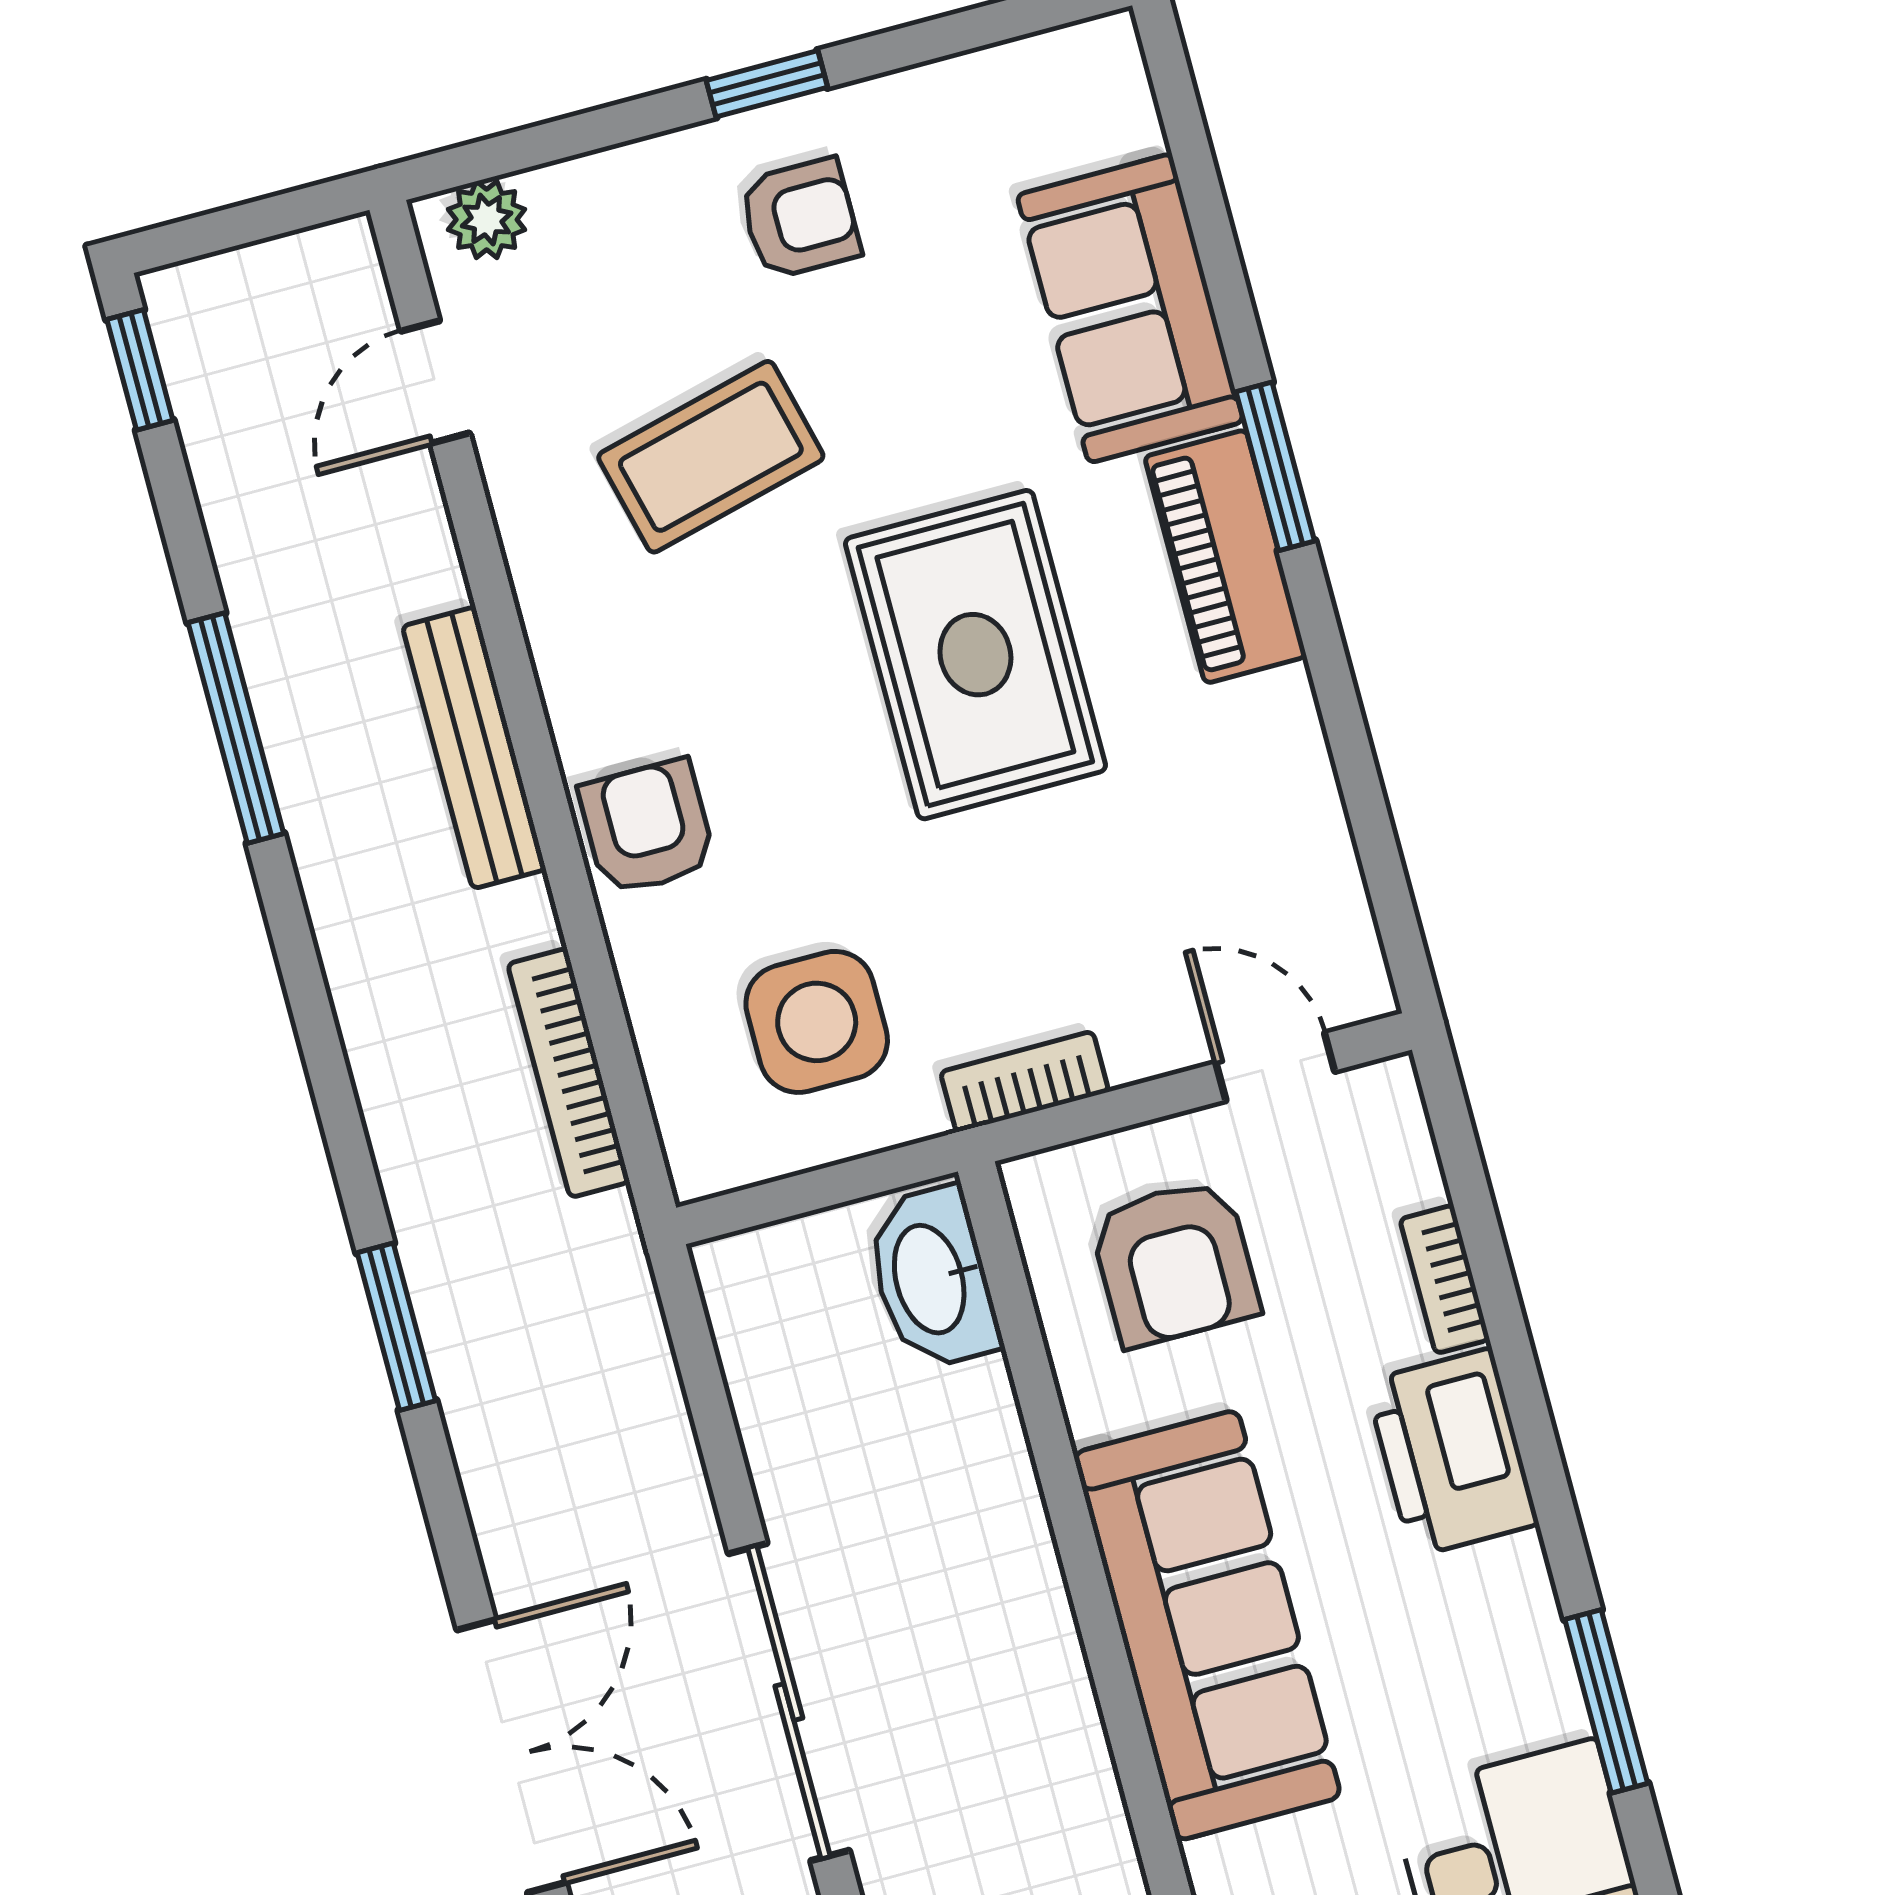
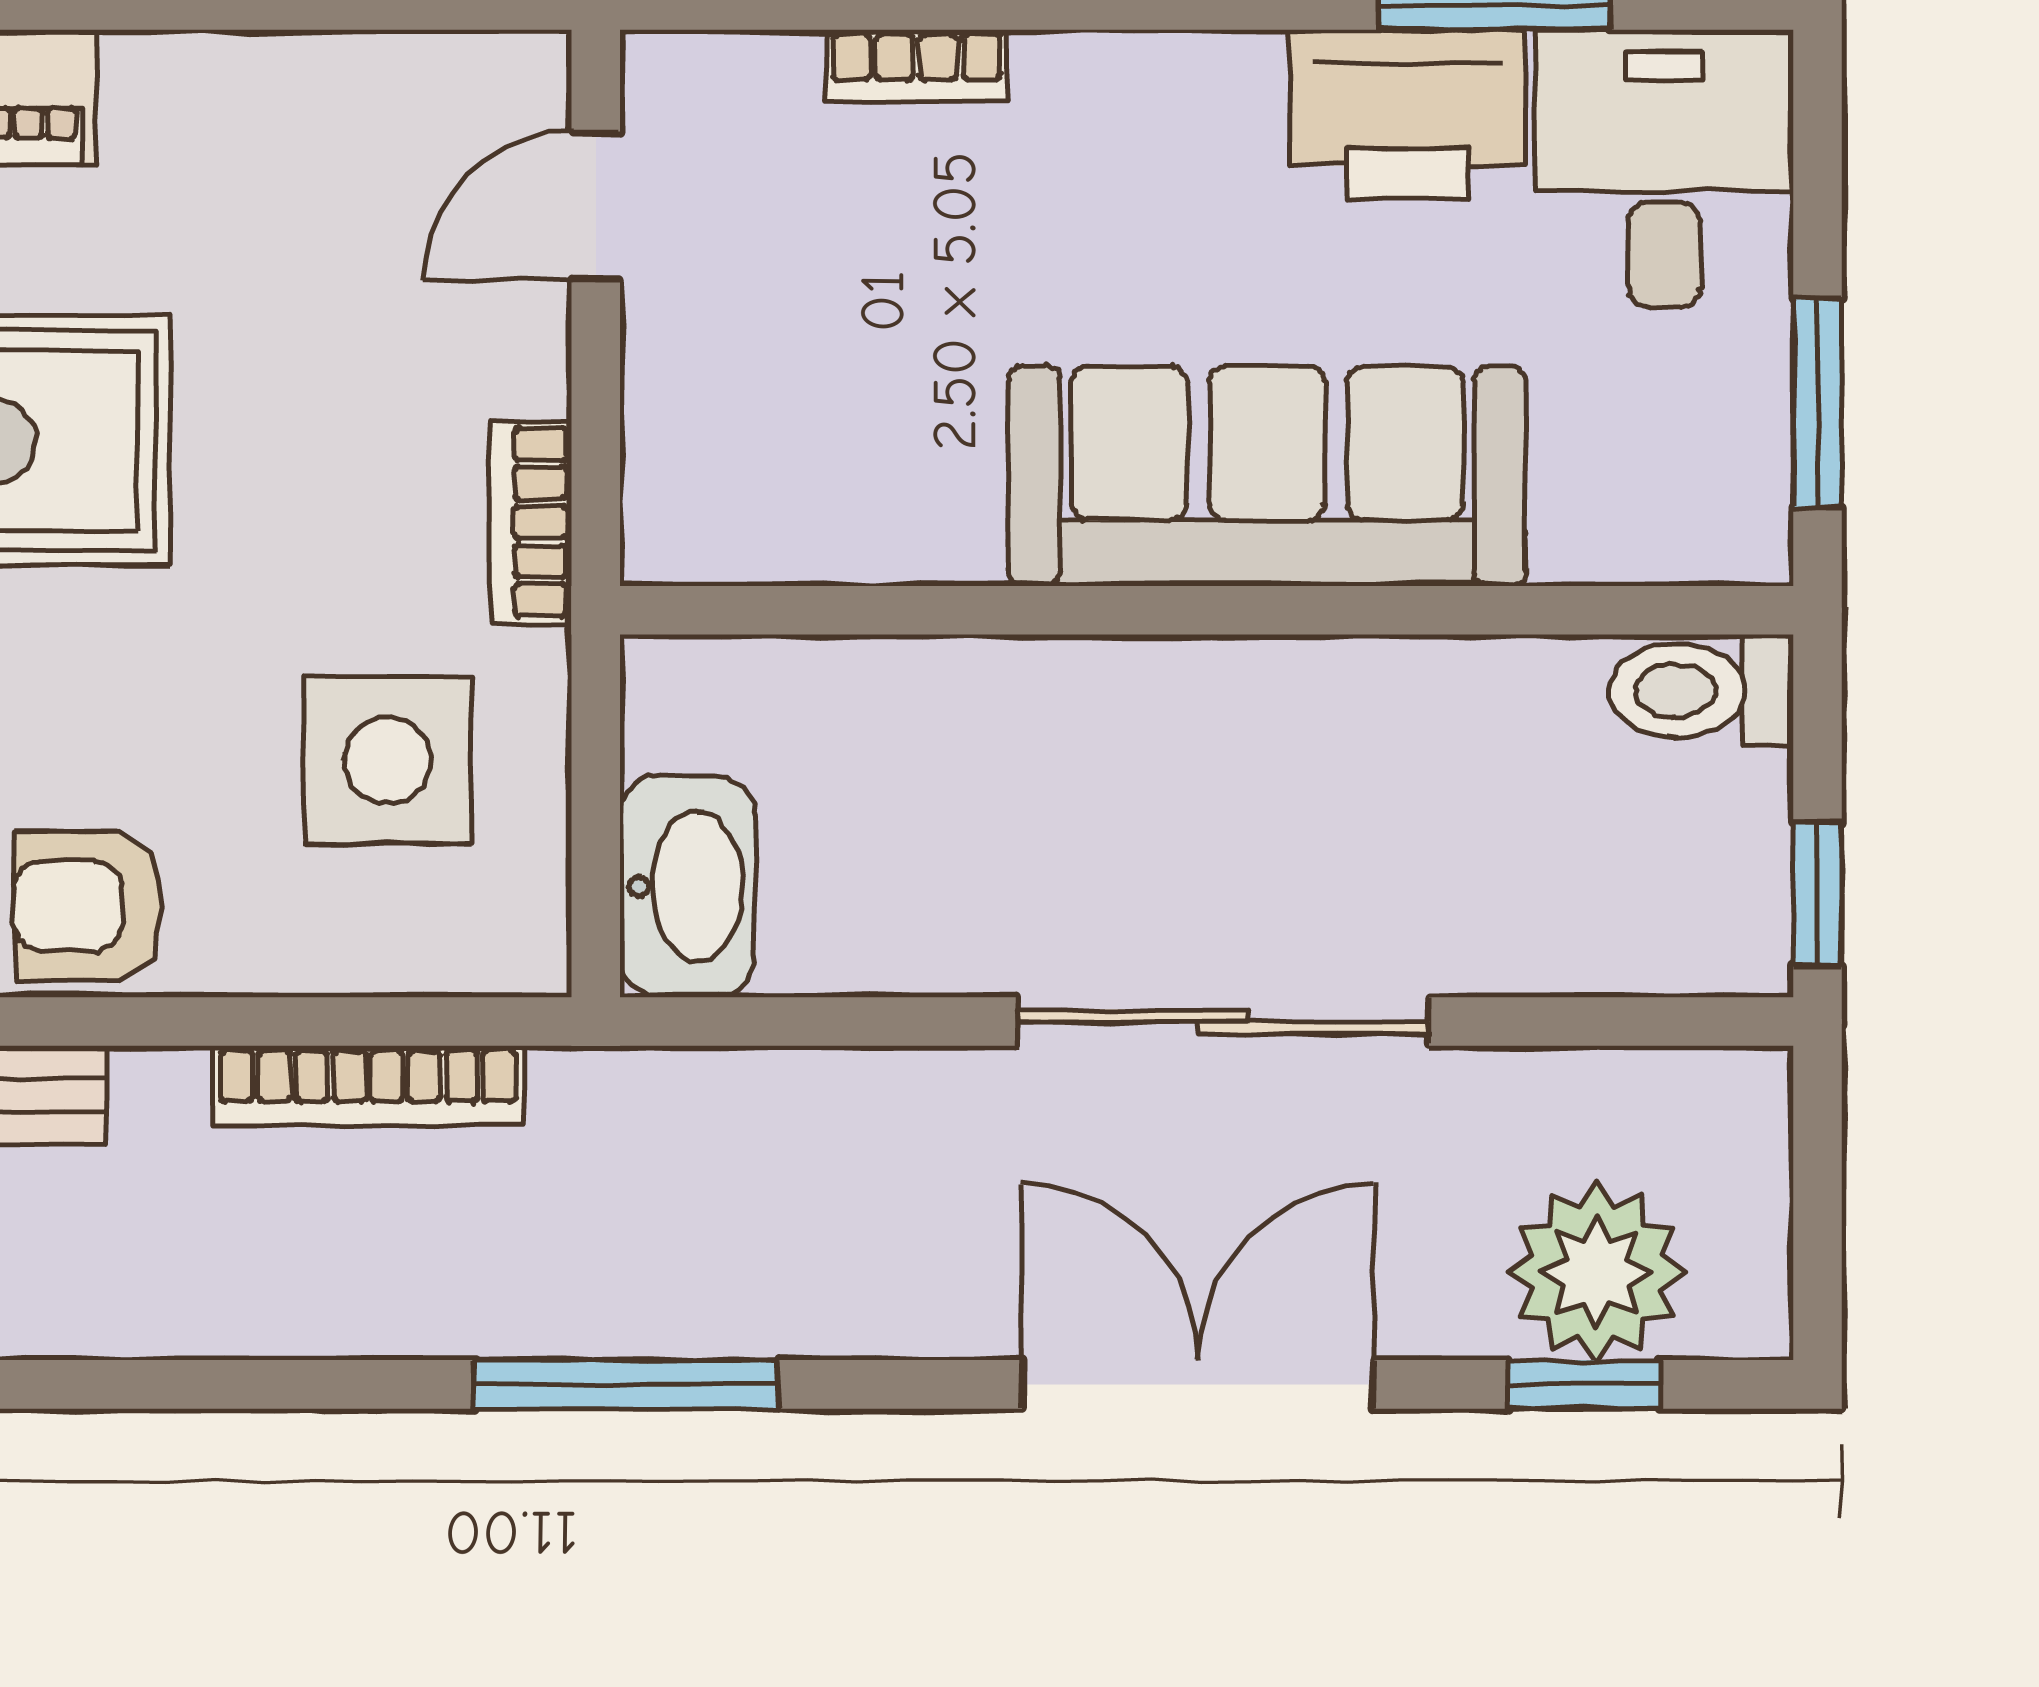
armchair: (1175, 1263) -> (806, 396), removed
washbasin: (932, 1278) -> (688, 886), moved, turned -90
window: (396, 1327) -> (626, 1384), width x1.44
printer: (1452, 1453) -> (1408, 114), moved

